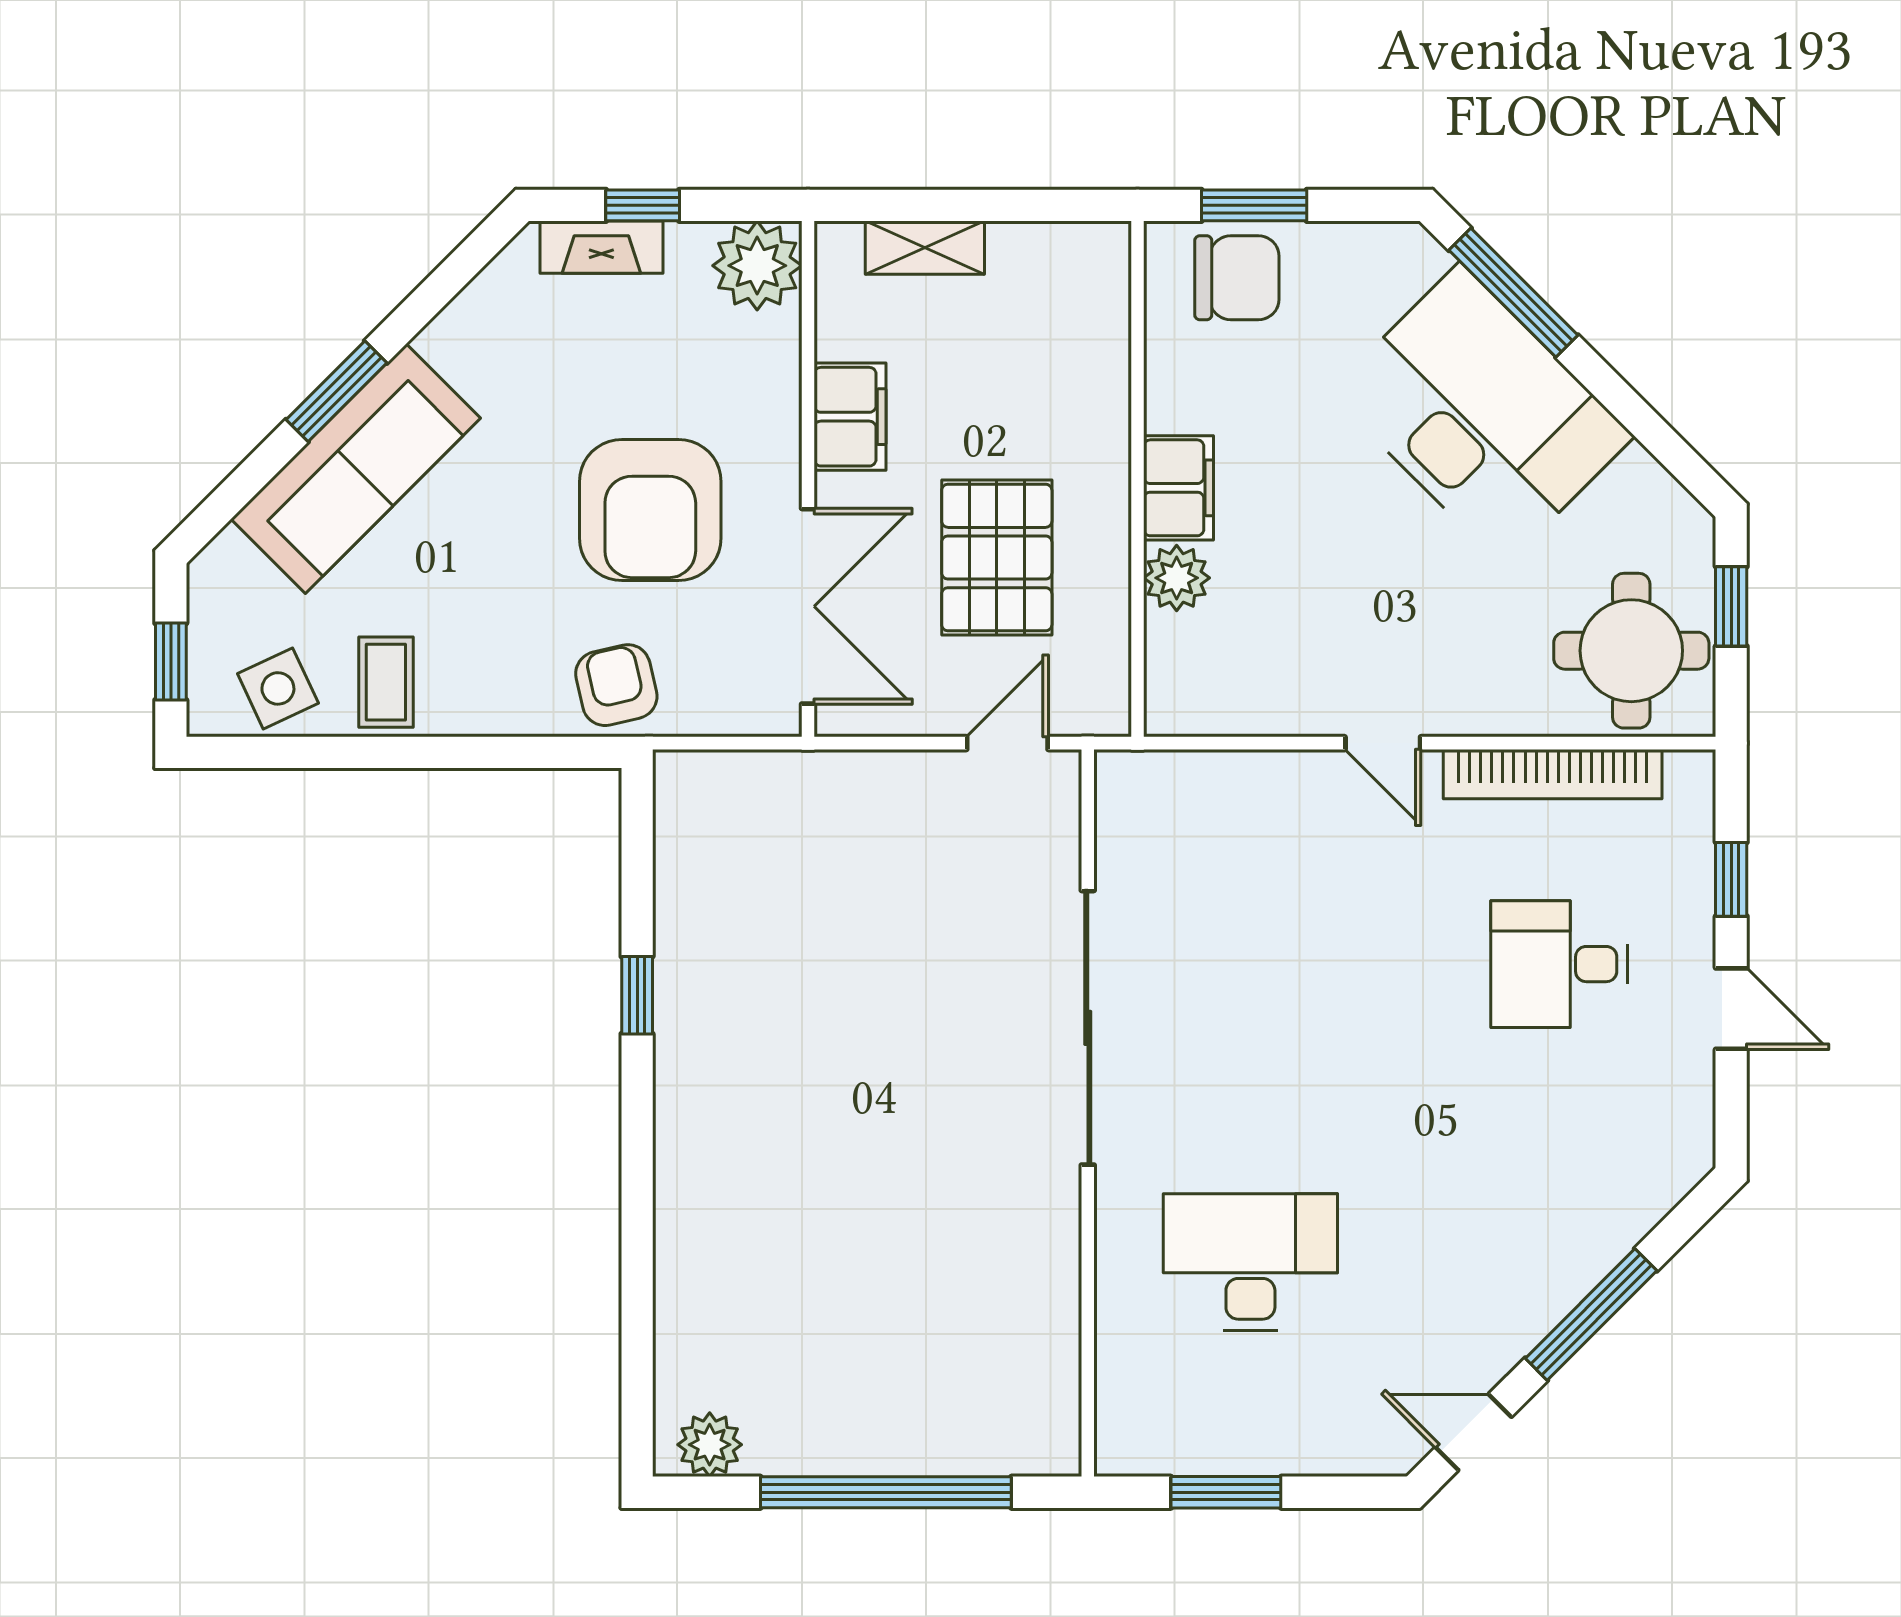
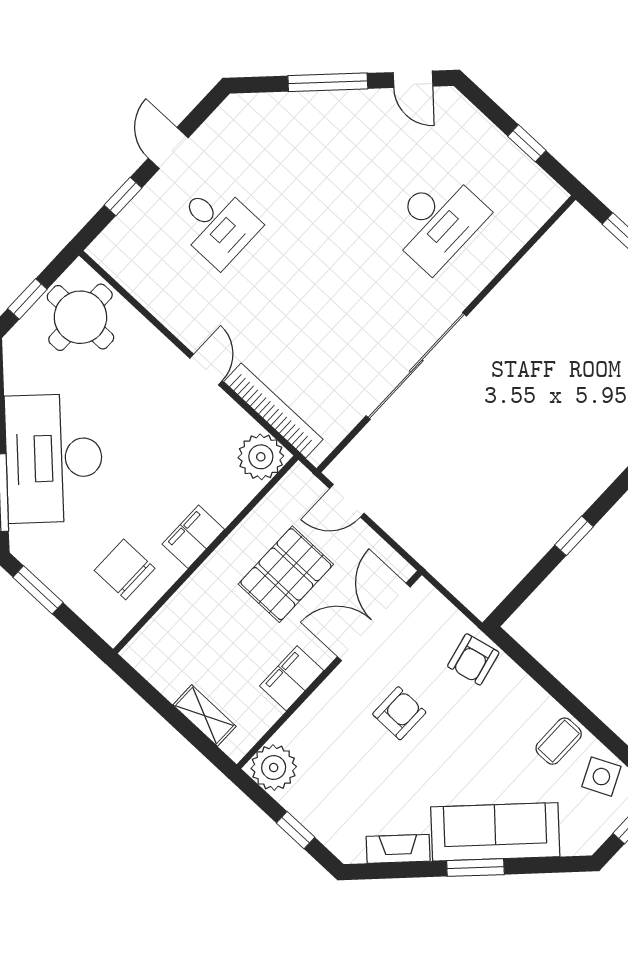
window: (1254, 205) -> (38, 590), moved
fireplace: (601, 247) -> (398, 849), moved, turned -45
chair: (1237, 278) -> (125, 569), moved
armchair: (650, 510) -> (399, 713), width x0.53, depth x0.53
plant: (1177, 578) -> (261, 457), moved, width x1.36, depth x1.36
bookcase: (1553, 774) -> (273, 411), moved
desk: (1250, 1262) -> (437, 221), turned -90
window: (1226, 1492) -> (527, 143), width x0.67

